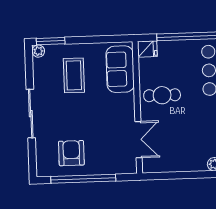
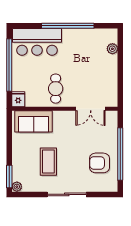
coffee table: (74, 75) -> (48, 162), moved, turned 90
double door: (138, 140) -> (91, 109), swing flipped

